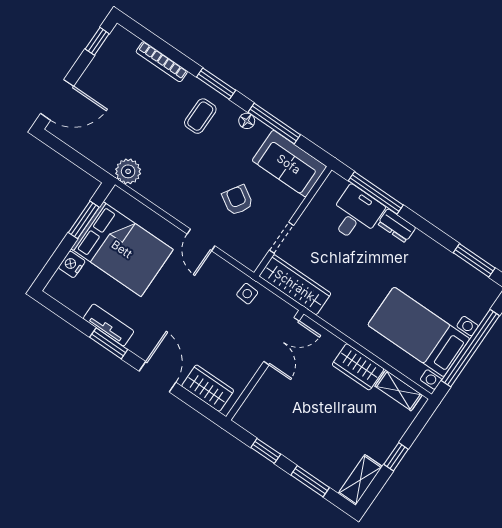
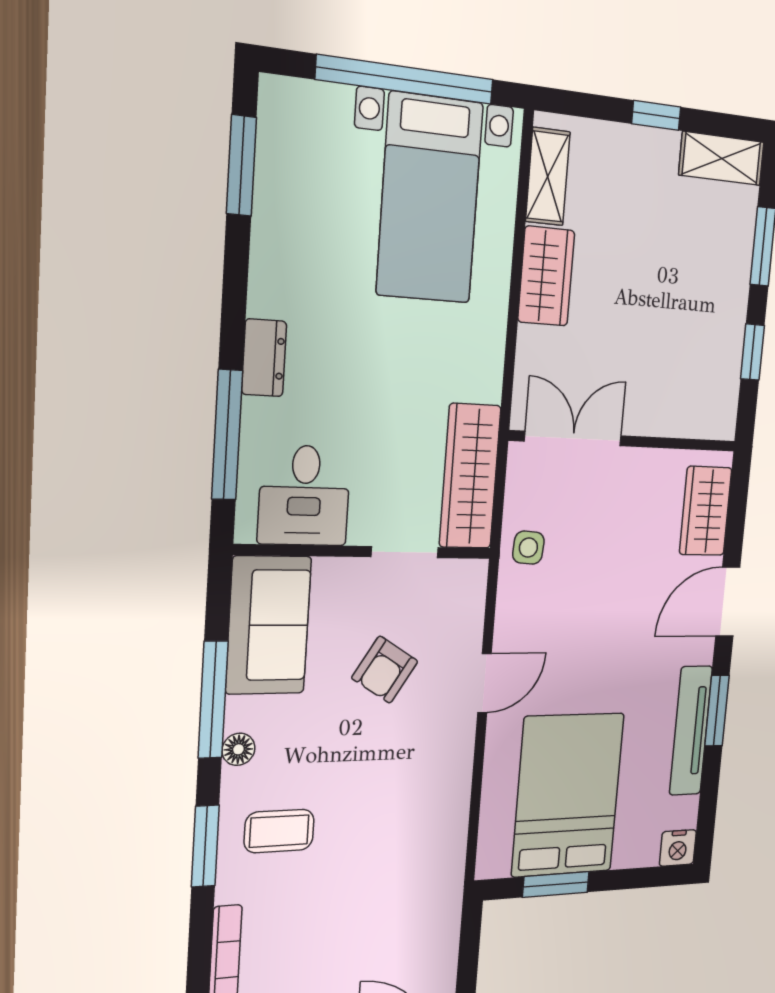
plant: (128, 171) -> (442, 876), removed
desk: (356, 214) -> (304, 495), moved, turned -90
nightstand: (72, 264) -> (678, 848), moved
tv unit: (109, 325) -> (691, 731), width x1.41

